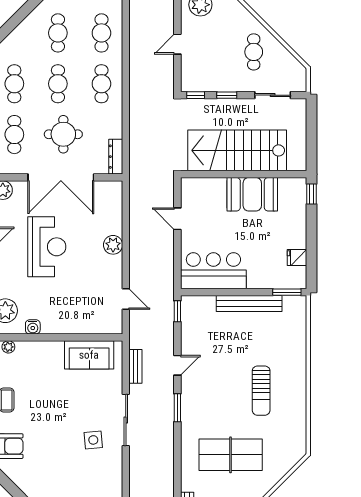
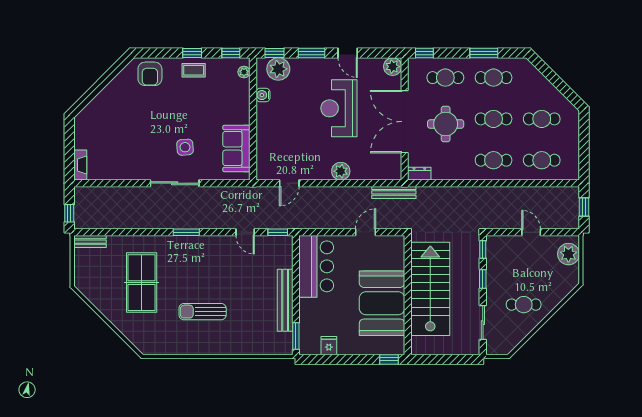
dresser: (116, 157) -> (419, 174), width x0.70
booth: (252, 194) -> (382, 303), width x1.36, depth x1.42
reception desk: (47, 247) -> (339, 108), turned 90
door: (177, 365) -> (245, 232), moved
bench: (135, 366) -> (394, 192), moved, width x1.36
side table: (93, 440) -> (185, 147), moved

